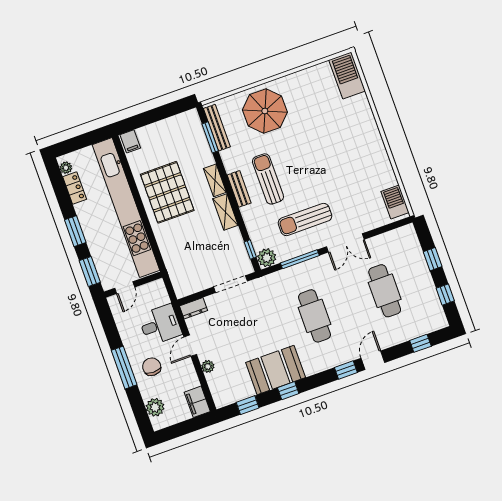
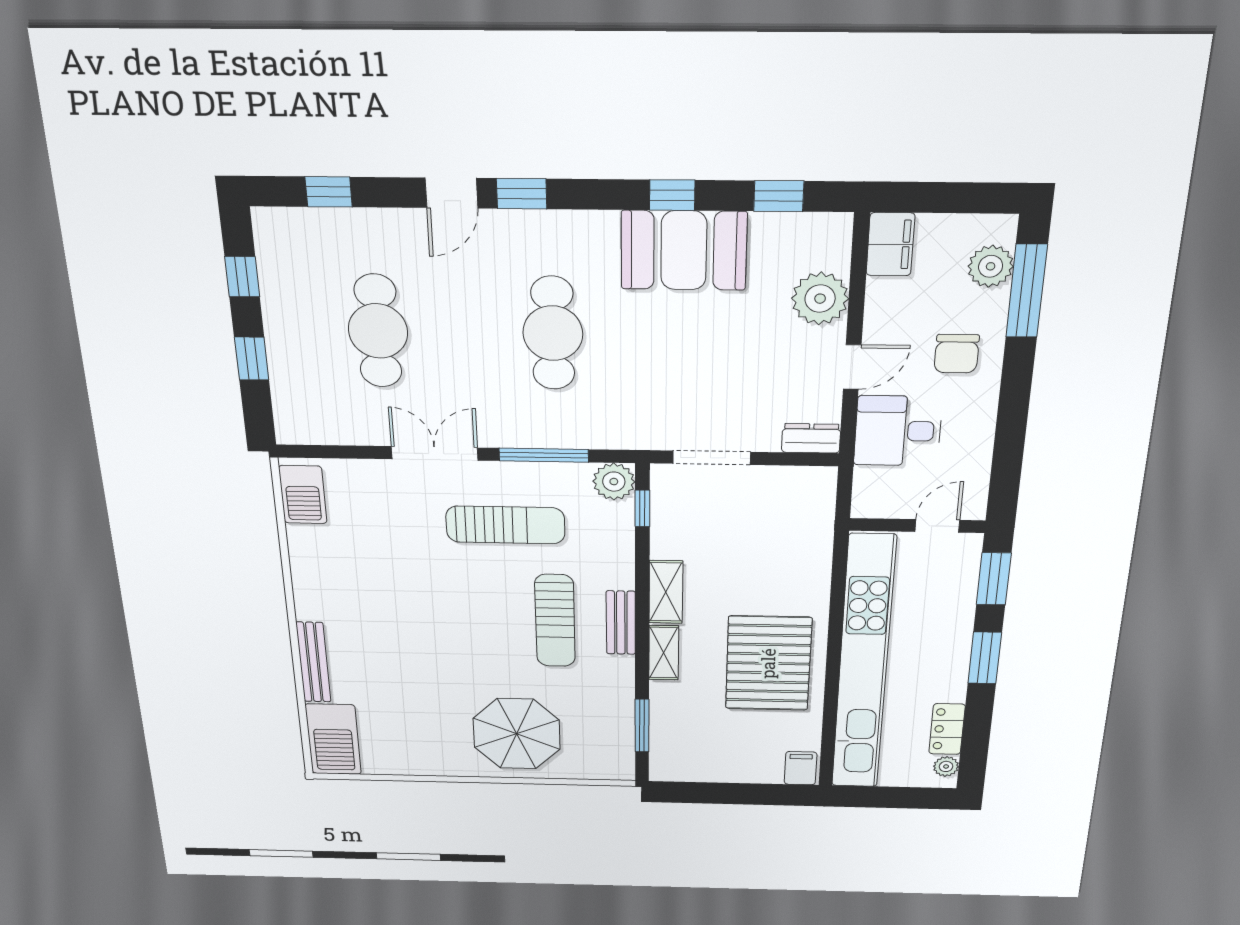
bench: (217, 128) -> (313, 662), moved
plant: (208, 366) -> (820, 299), width x1.87, depth x1.87
window: (124, 368) -> (1027, 291), moved

